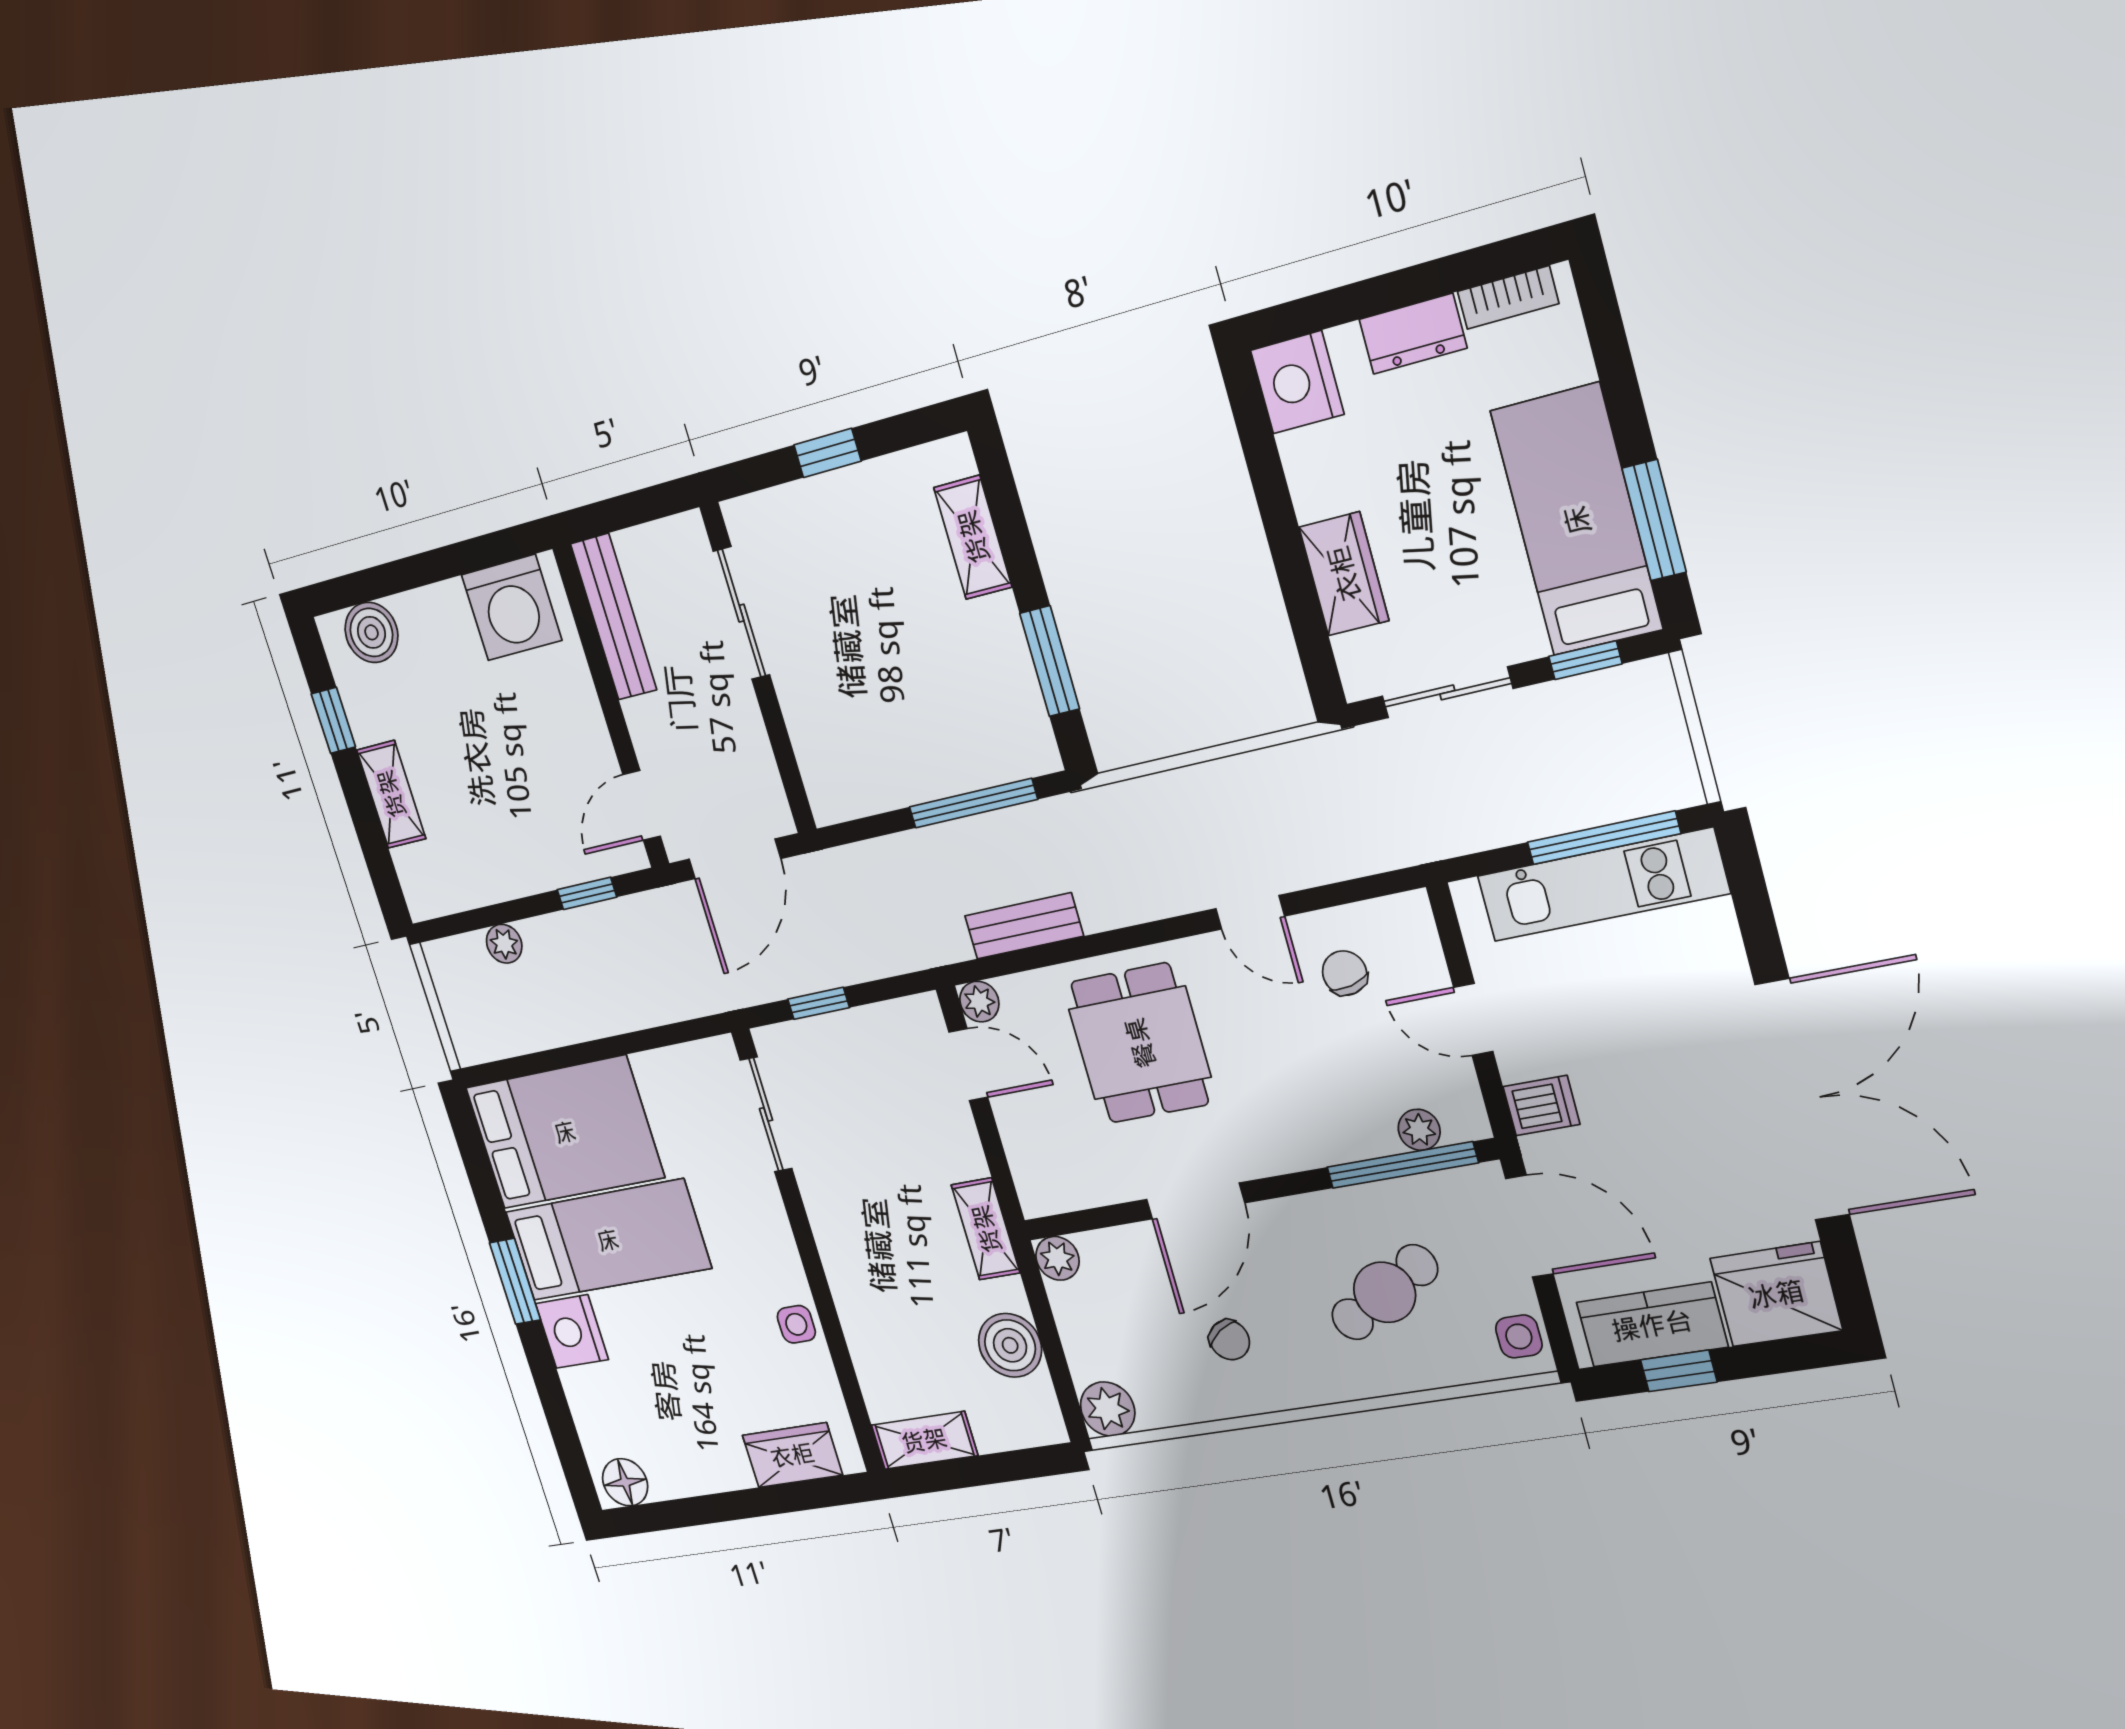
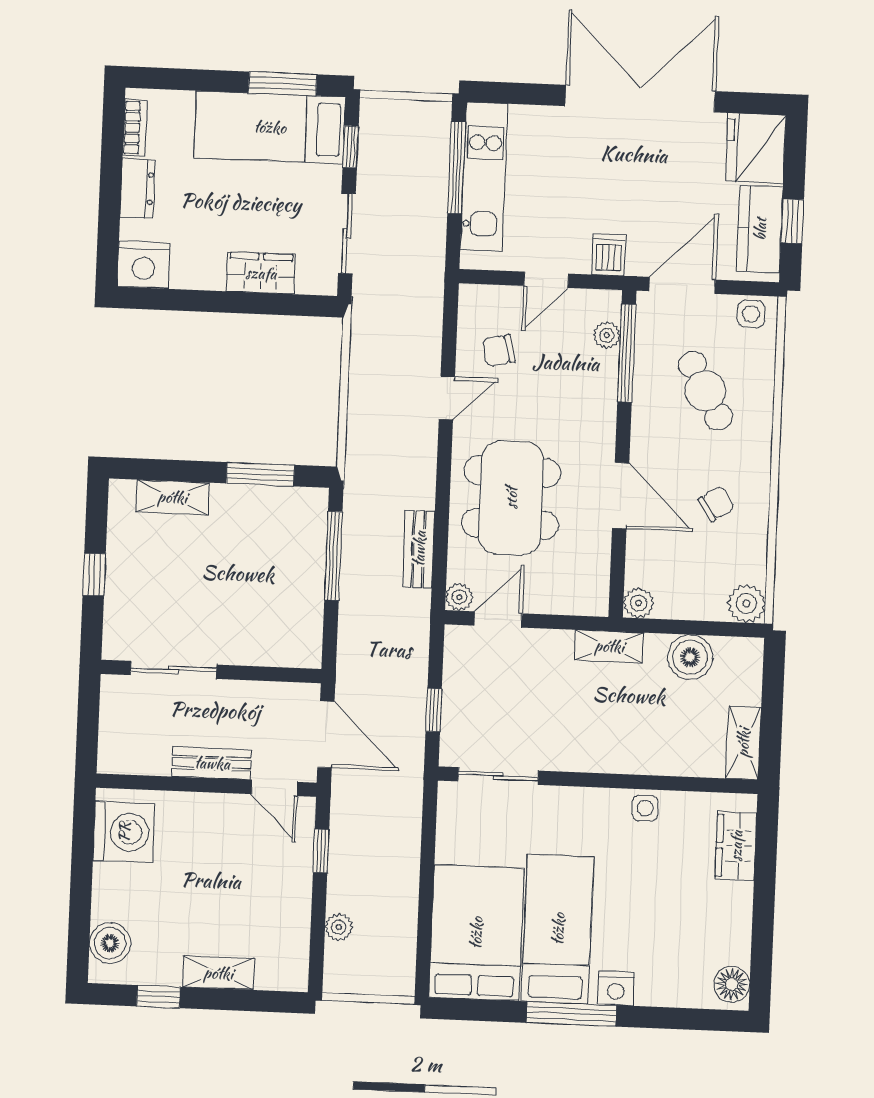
bench: (614, 617) -> (212, 763), moved, width x0.73
dining table: (1140, 1043) -> (511, 498), width x1.37
window: (515, 1281) -> (571, 1014), width x1.44
nightstand: (572, 1332) -> (616, 989), width x0.74, depth x0.75

